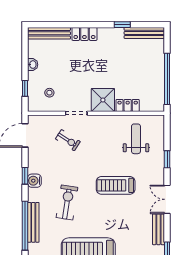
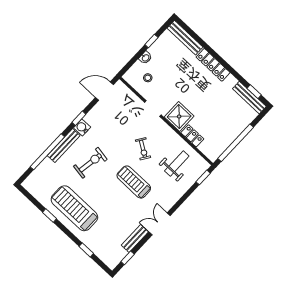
window: (122, 25) -> (254, 92), moved
locker: (84, 34) -> (213, 65), width x1.53
washbasin: (33, 65) -> (145, 58), moved
window: (25, 88) -> (151, 41), moved
exercise bike: (68, 140) -> (143, 149), moved
window: (167, 159) -> (203, 177), moved
bench: (33, 222) -> (64, 146), moved

